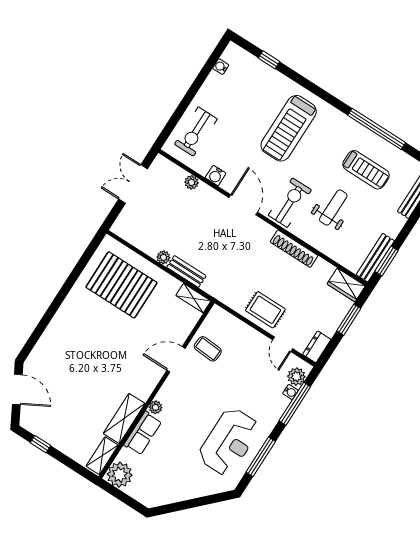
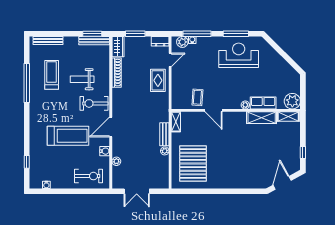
treadmill: (289, 128) -> (68, 136), moved
shoe rack: (294, 249) -> (117, 73), moved

